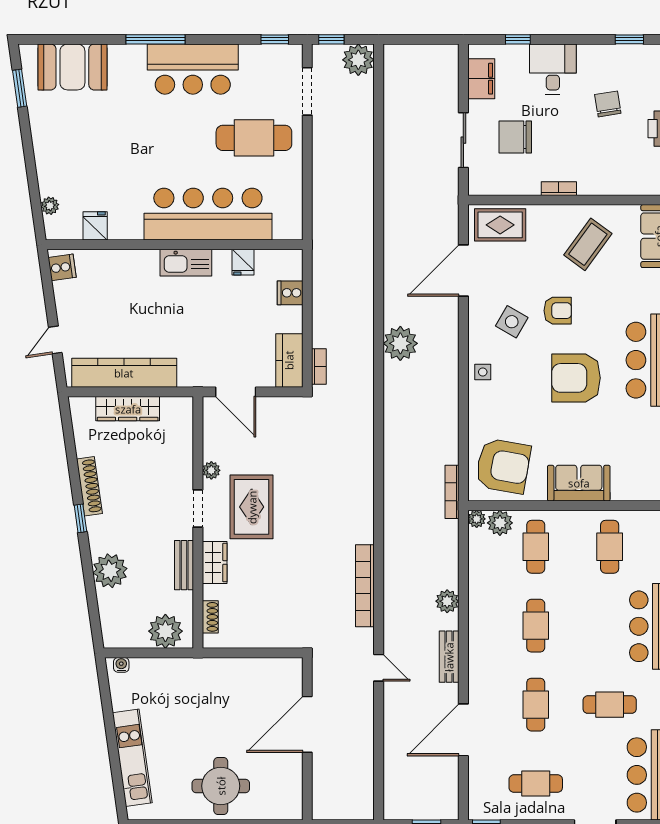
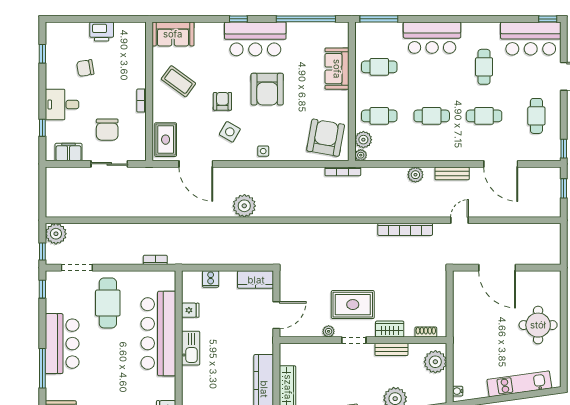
bookcase: (319, 367) -> (155, 260), moved
sofa: (579, 483) -> (337, 69), moved

